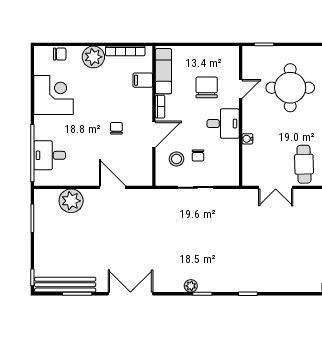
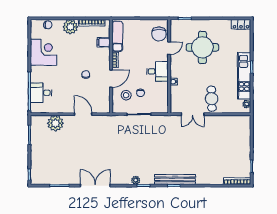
chair: (207, 87) -> (159, 34), moved, turned 180
bench: (65, 285) -> (175, 179), moved

